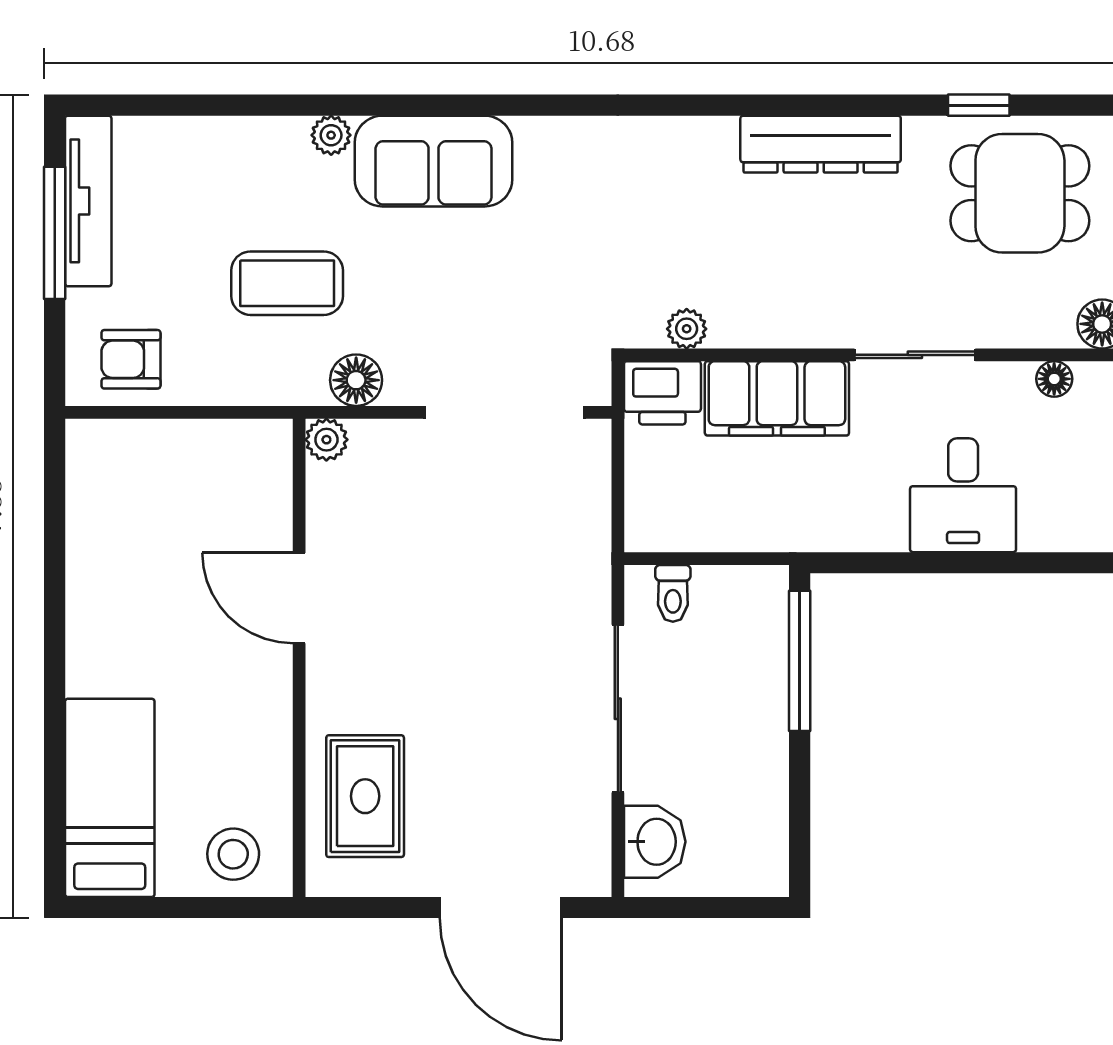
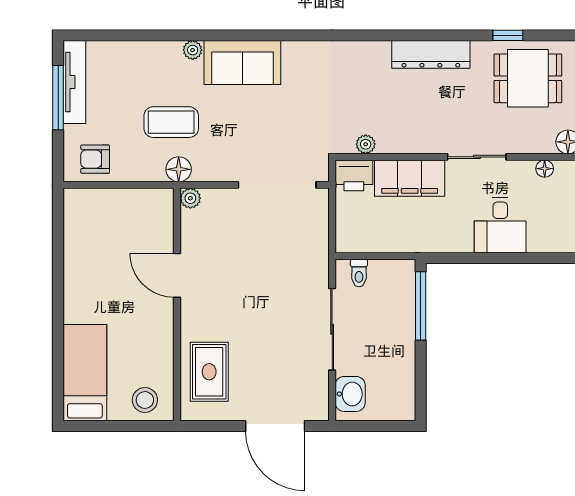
floor lamp: (356, 380) -> (179, 169), moved

